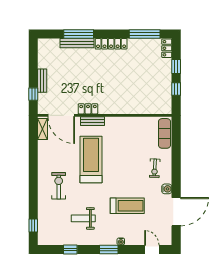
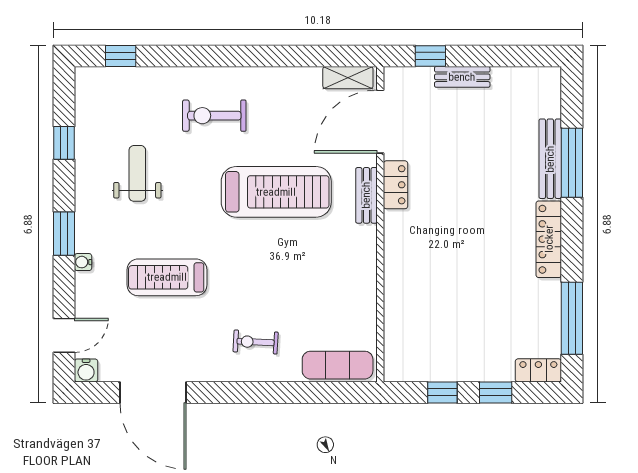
exercise bike: (59, 186) -> (214, 116), turned 180
water cooler: (167, 189) -> (86, 370), moved
treadmill: (127, 206) -> (167, 277), turned 90

